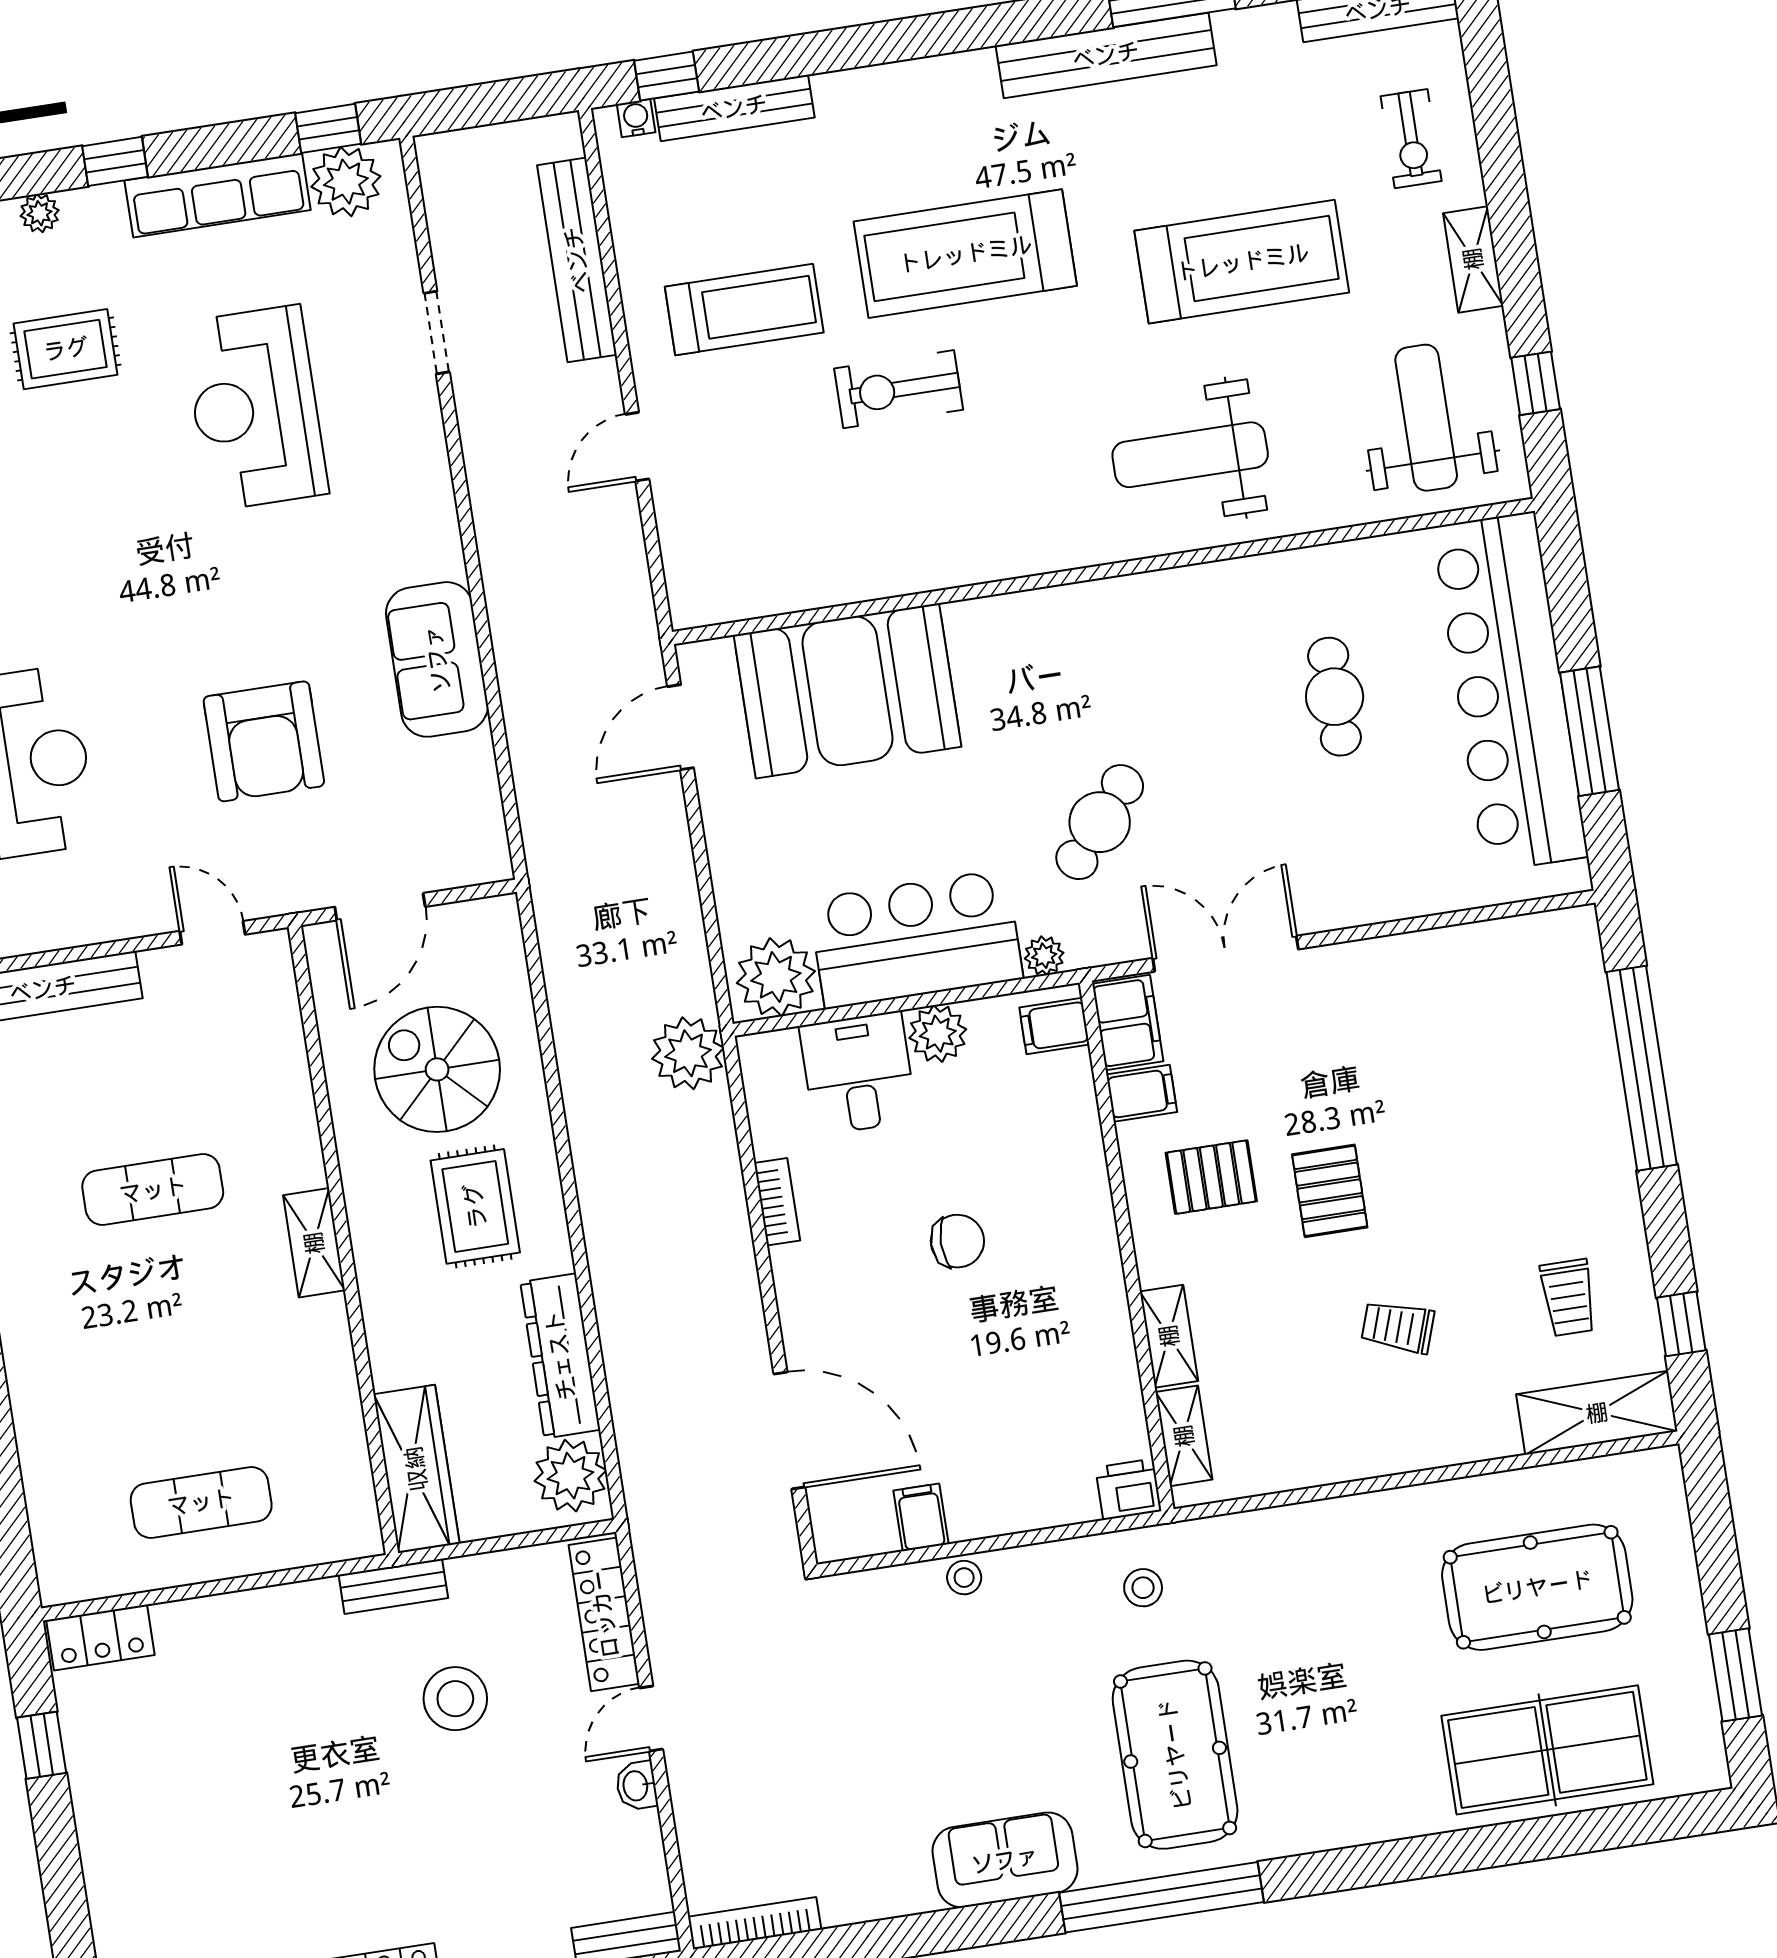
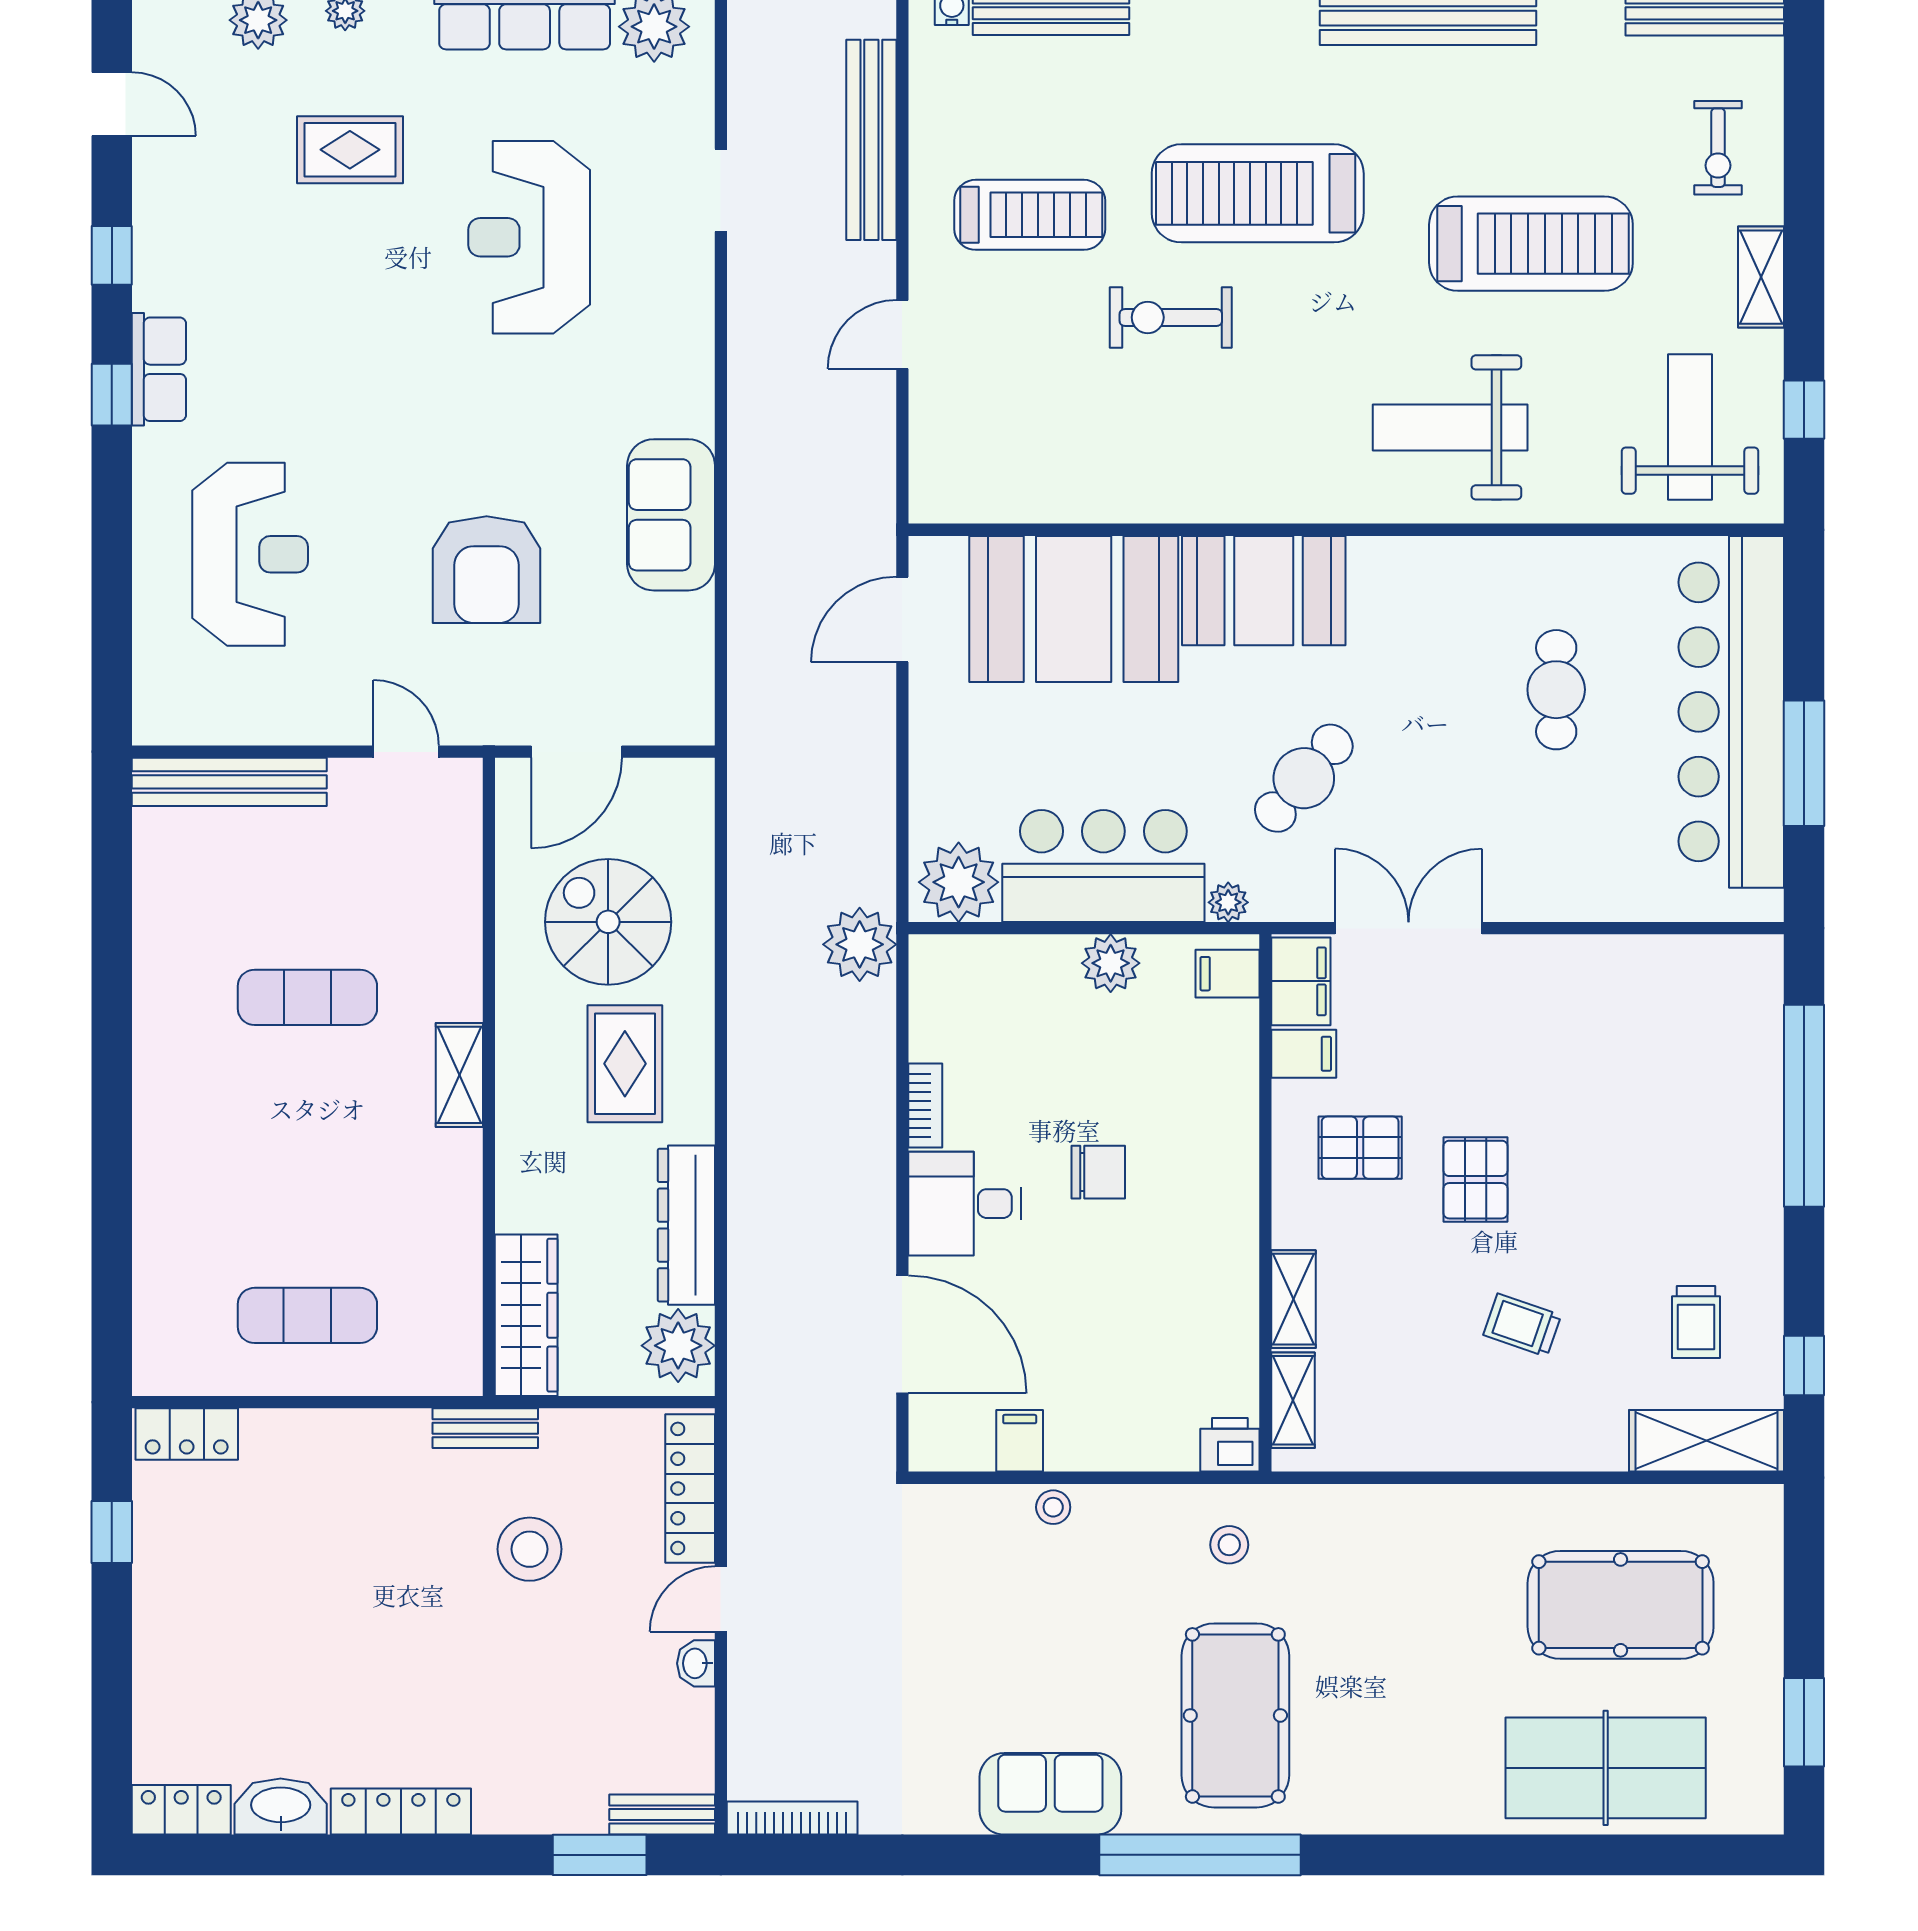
booth: (1032, 644) -> (1264, 591), added
desk: (858, 1073) -> (965, 1204), moved, turned -90

